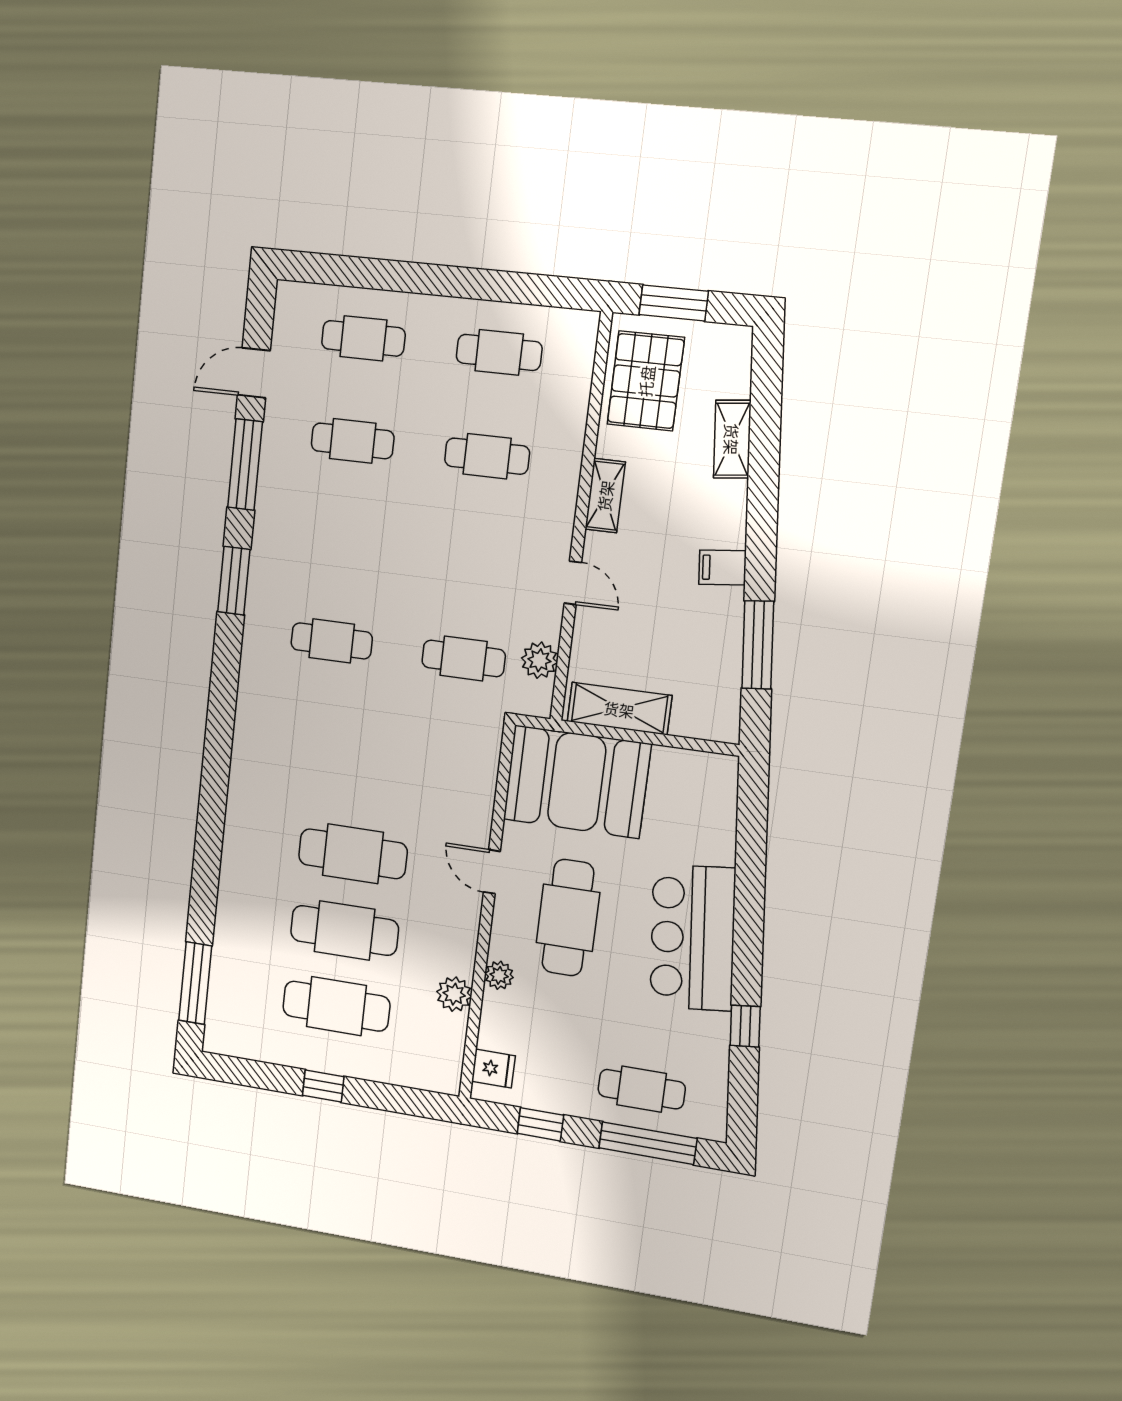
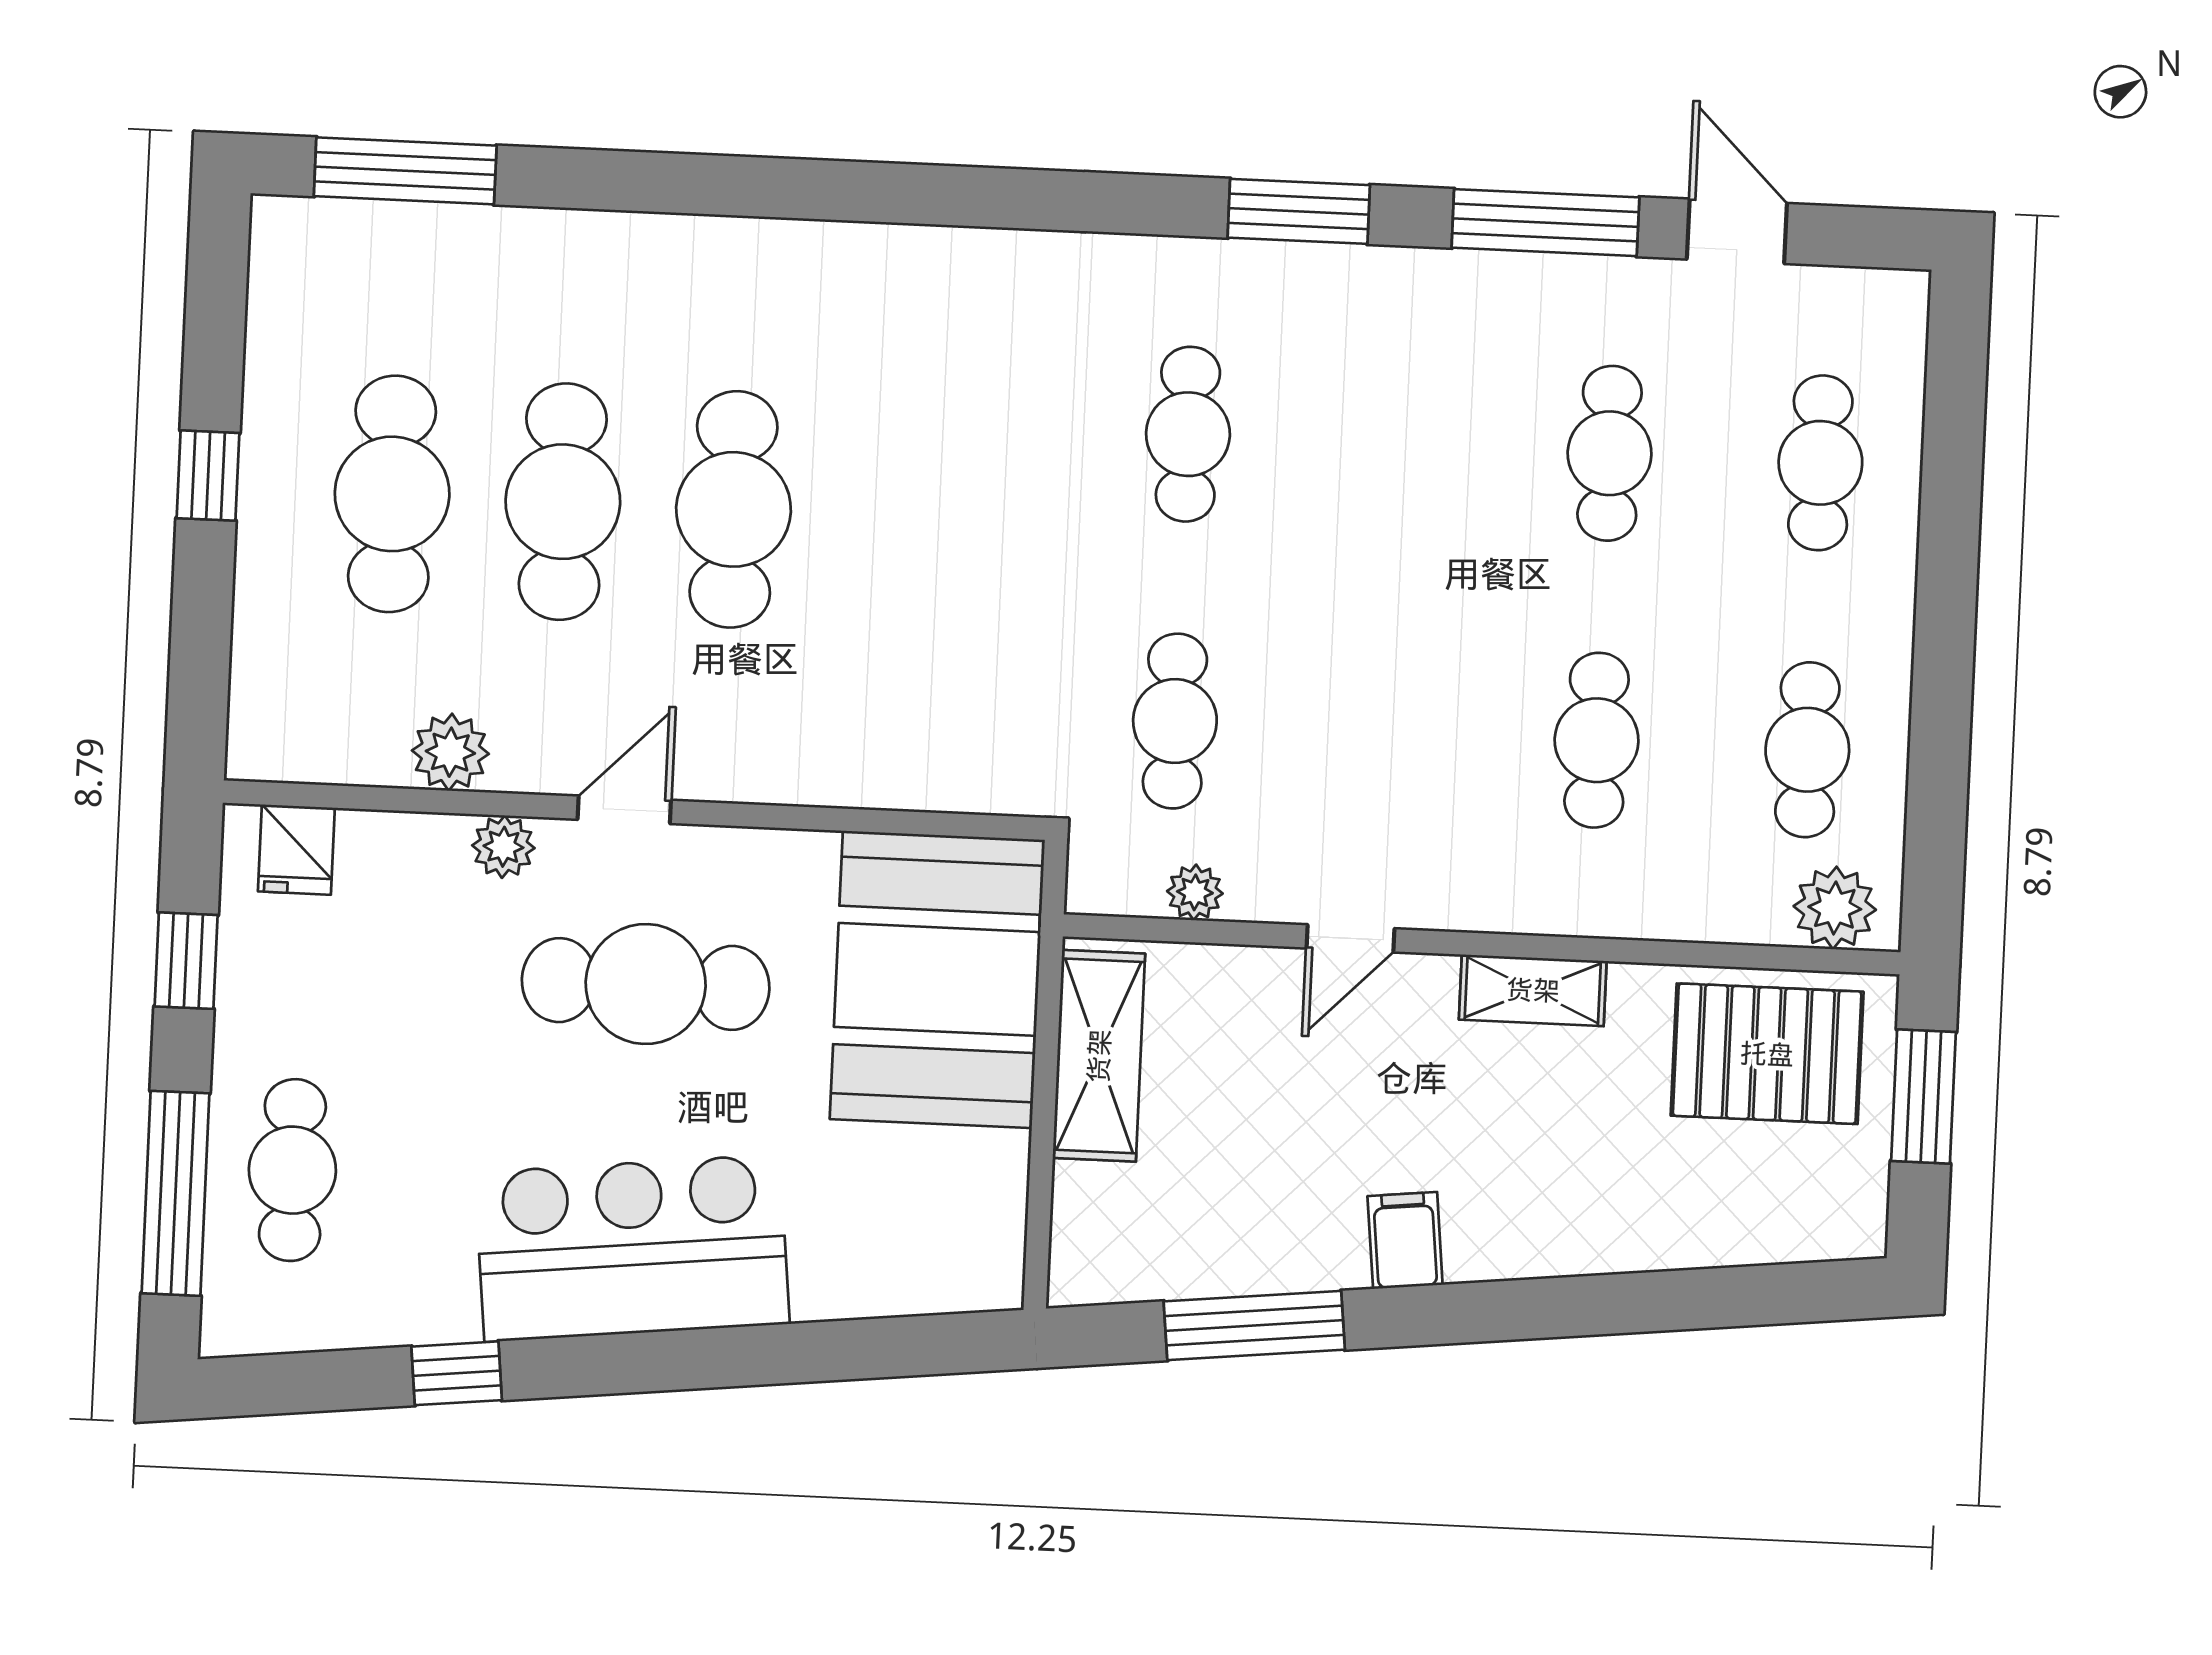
plant: (577, 343) -> (1835, 908), added
shelving: (732, 439) -> (1662, 1237), removed
plant: (539, 660) -> (1195, 892), width x0.73, depth x0.73
door: (492, 872) -> (624, 810), moved

